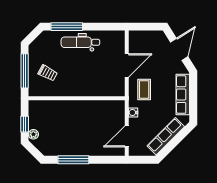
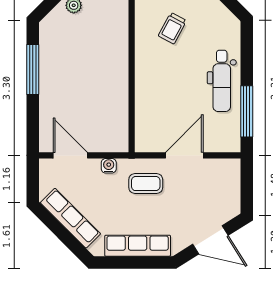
window: (67, 27) -> (247, 111), moved
dental chair: (80, 42) -> (222, 81), turned 180
door: (127, 65) -> (184, 155), swing flipped

